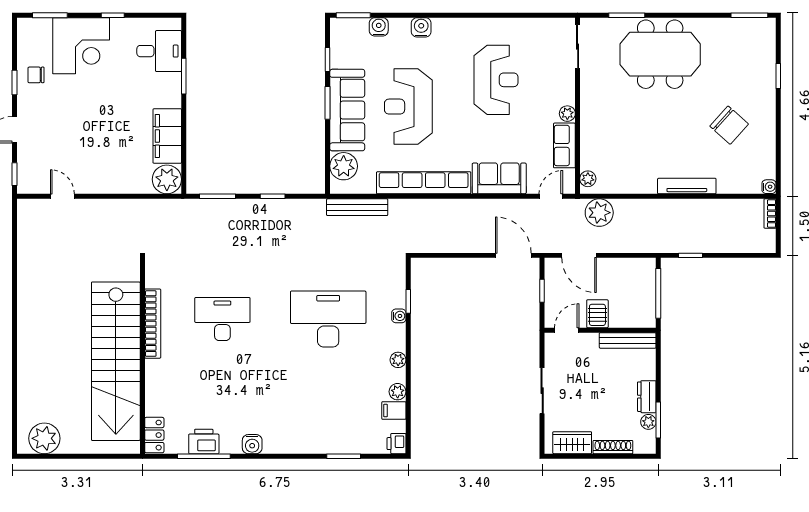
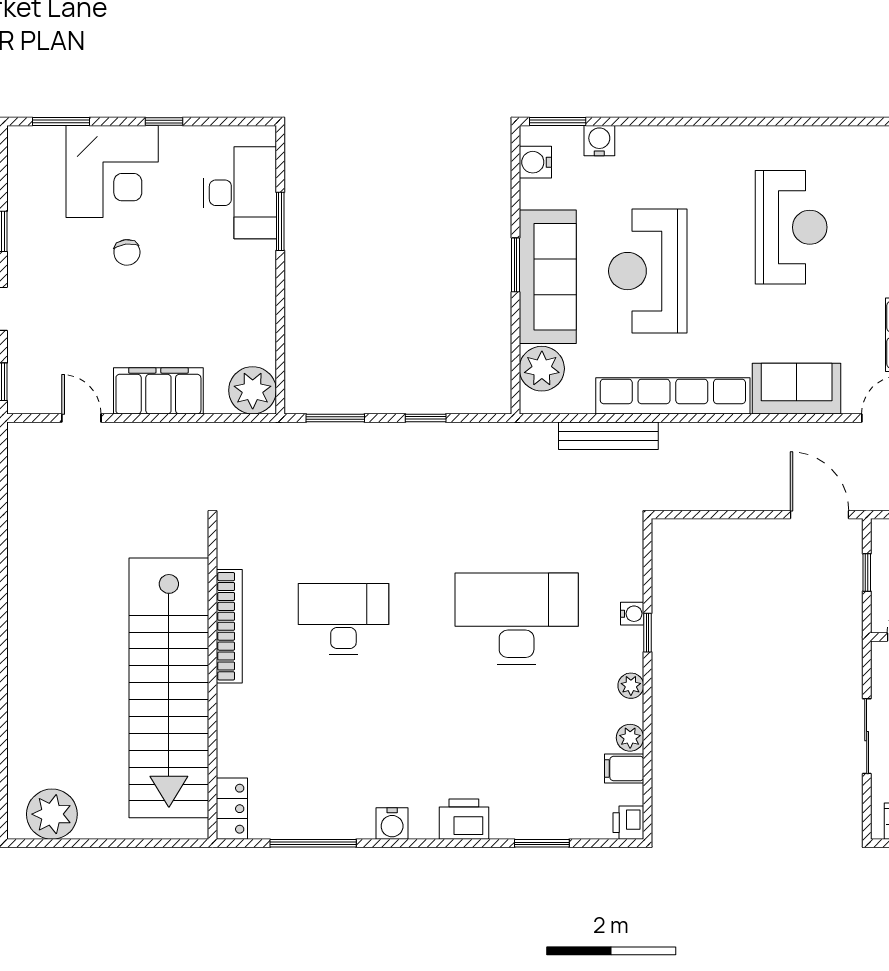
water cooler: (421, 27) -> (535, 162), moved, turned -90
desk: (159, 51) -> (240, 193), width x1.37
window: (327, 60) -> (515, 194), removed
chair: (36, 75) -> (127, 252), moved, turned -97
filing cabinet: (167, 136) -> (158, 391), moved, turned 90
bench: (357, 207) -> (608, 436), moved
window: (408, 301) -> (648, 633), moved
printer: (204, 441) -> (464, 819), moved

